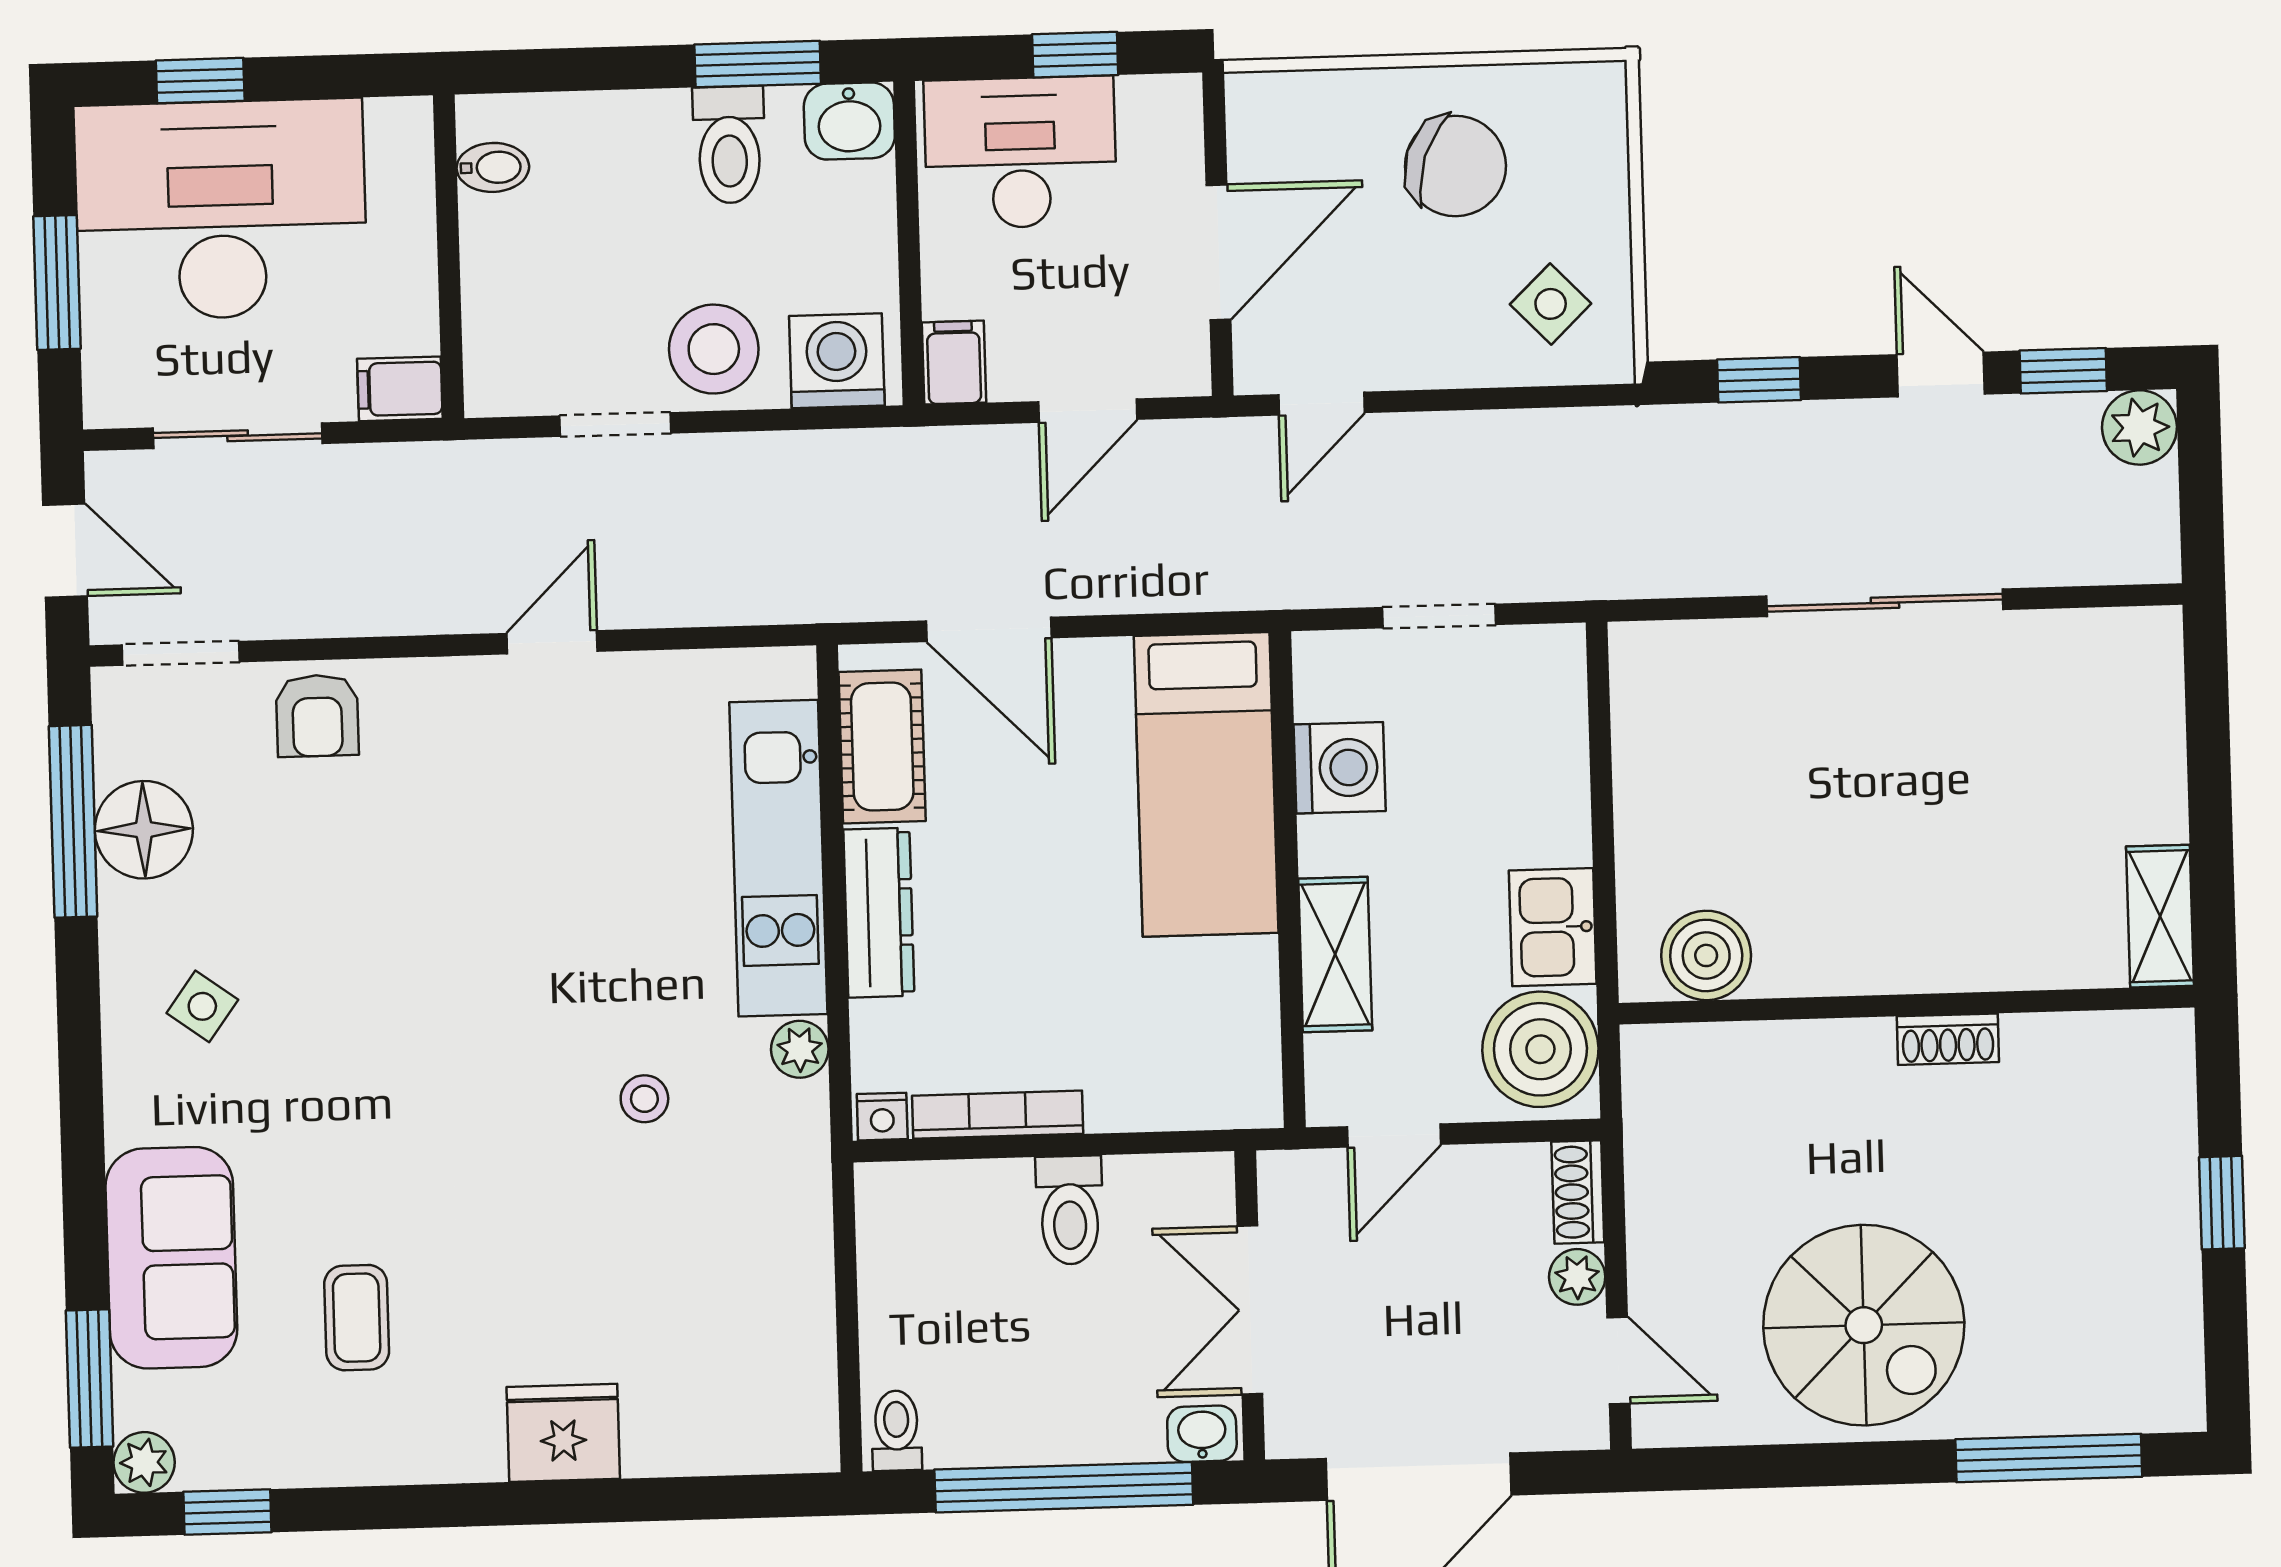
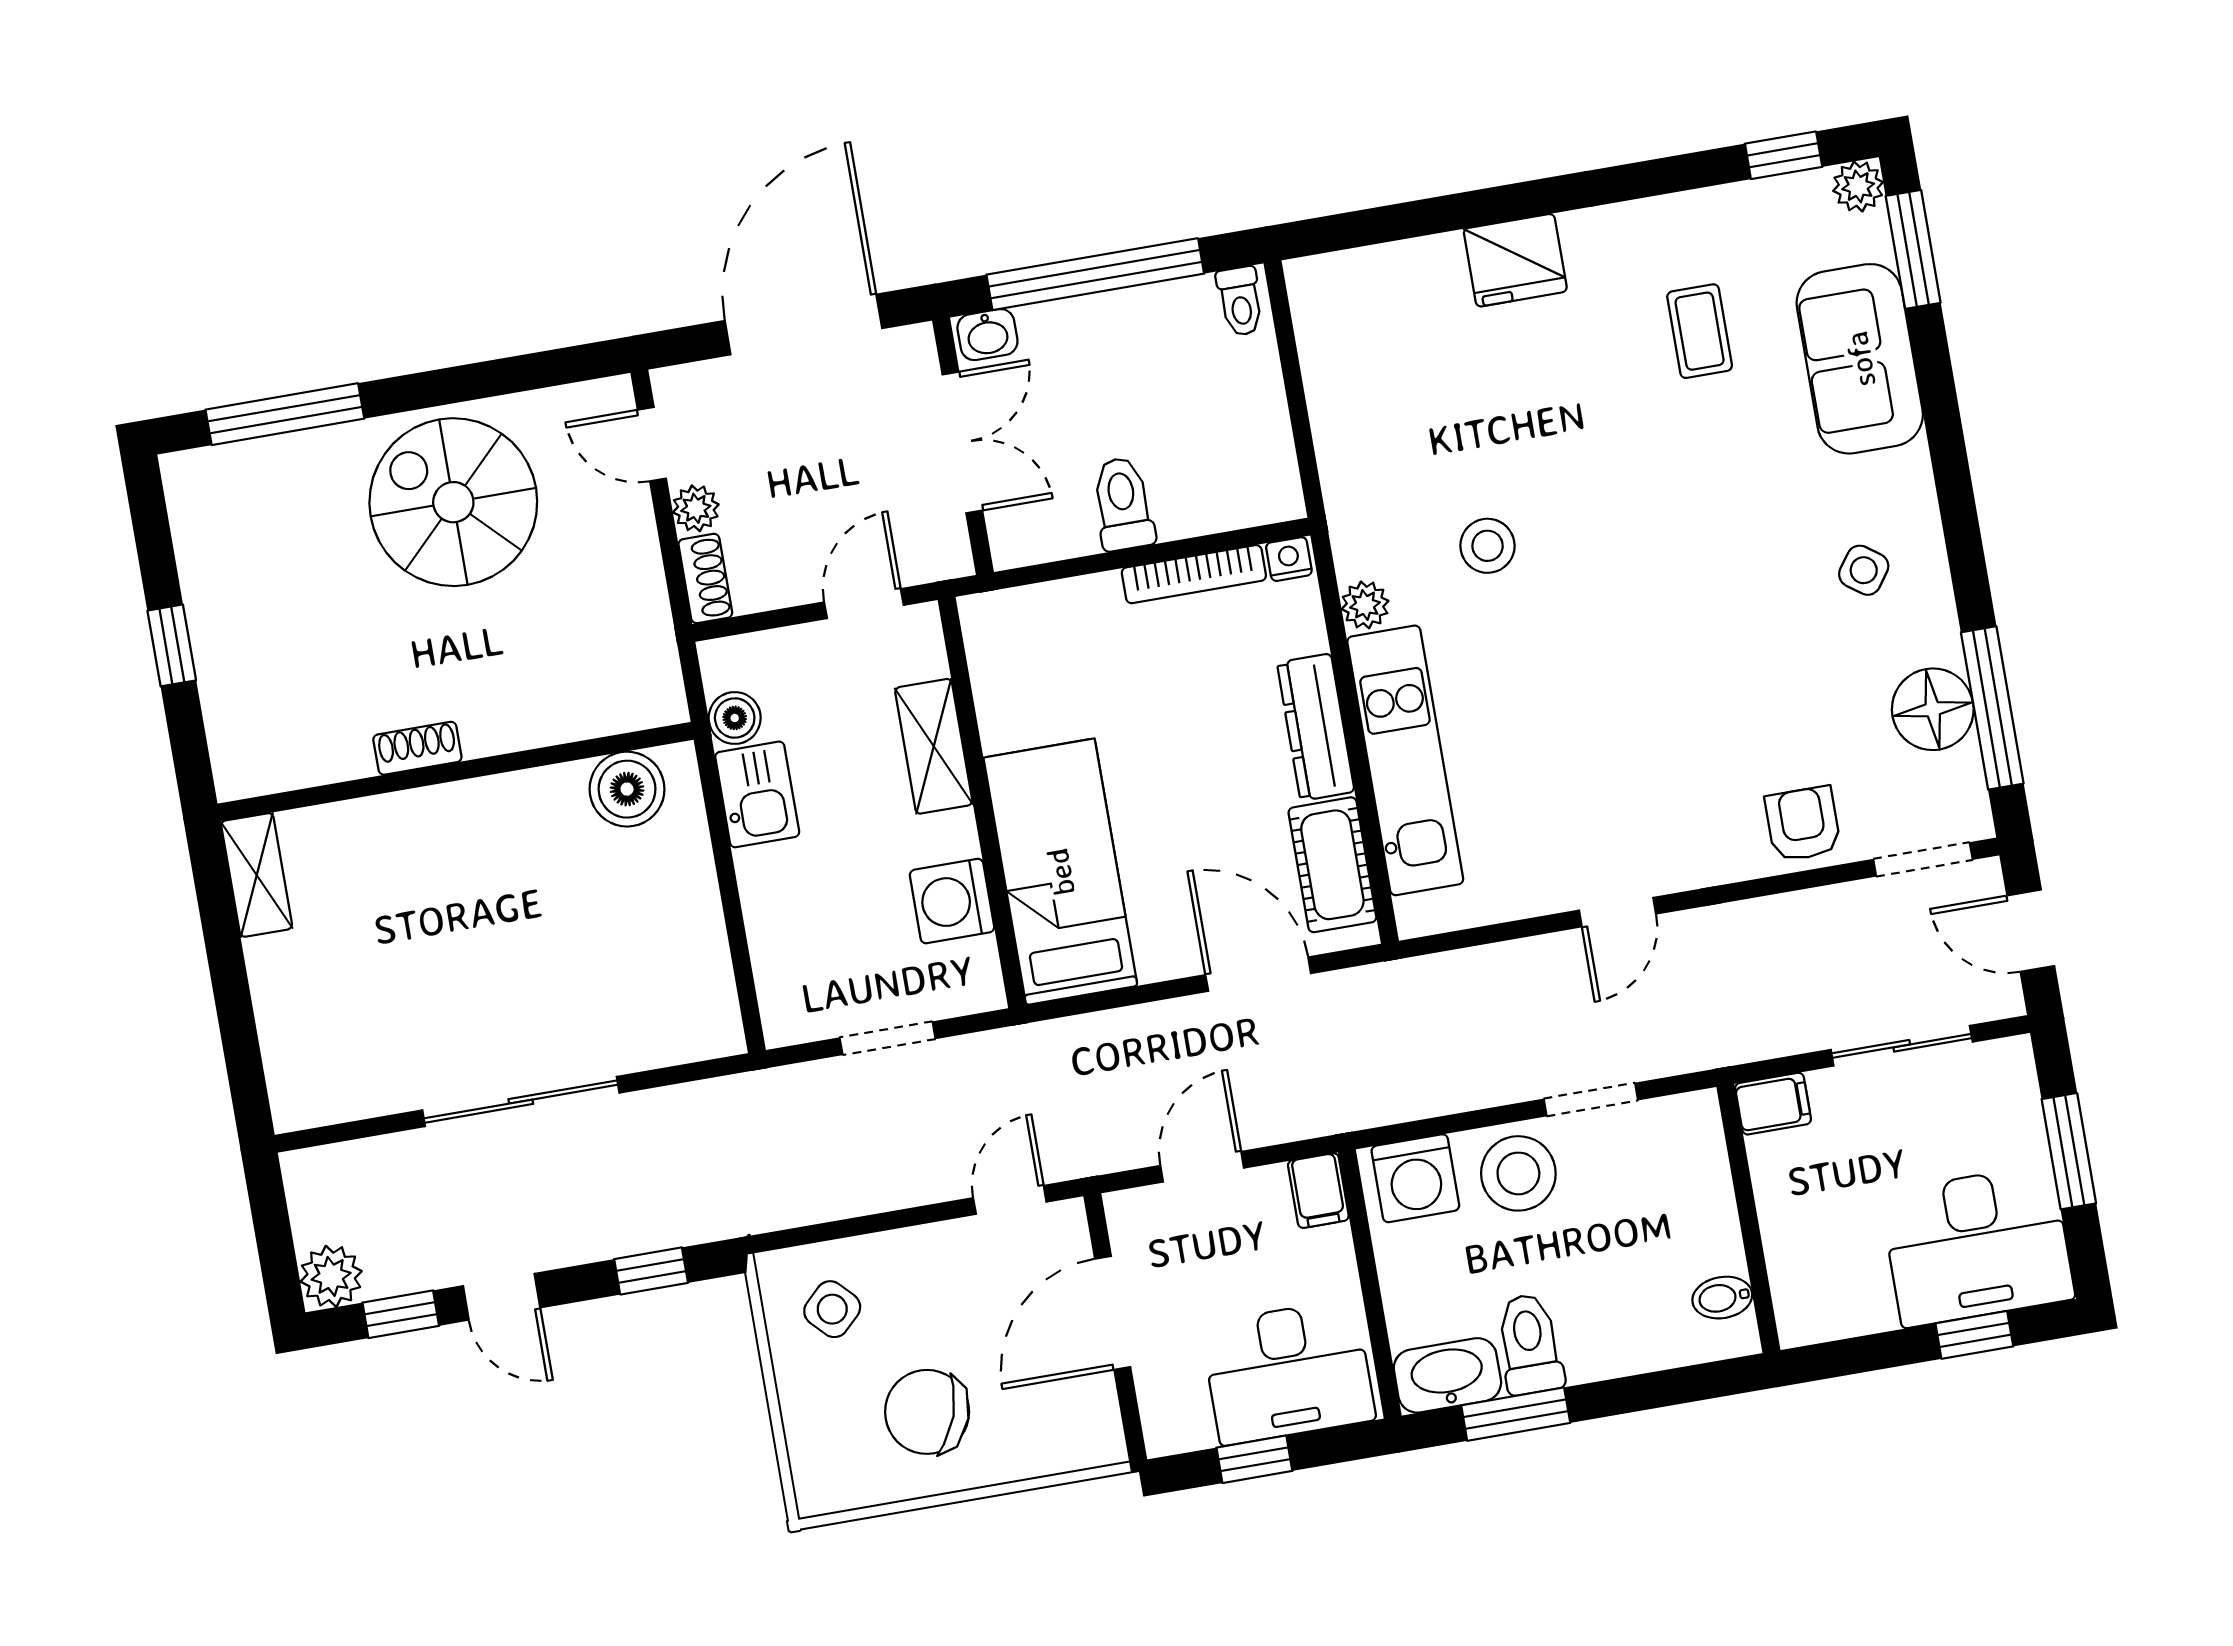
washbasin: (849, 121) -> (1447, 1375), width x1.38
desk: (221, 210) -> (1977, 1246), width x0.73, depth x0.77
boiler: (1540, 1049) -> (735, 718), width x0.54, depth x0.54
stool: (644, 1099) -> (1488, 546), width x1.37, depth x1.37

